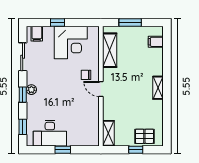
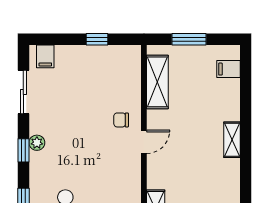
window: (57, 22) -> (97, 39), moved
corner desk: (71, 42) -> (98, 70), removed
door: (101, 89) -> (144, 142), swing flipped

